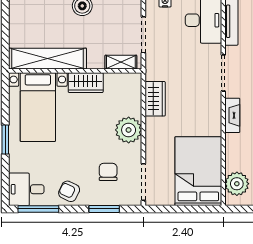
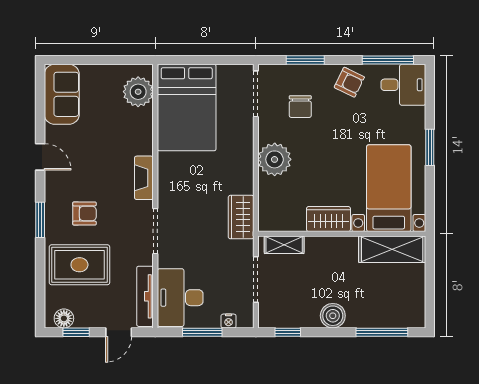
shelving: (47, 59) -> (392, 249), width x0.68
wardrobe: (155, 99) -> (241, 217), moved

